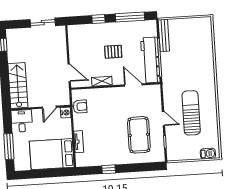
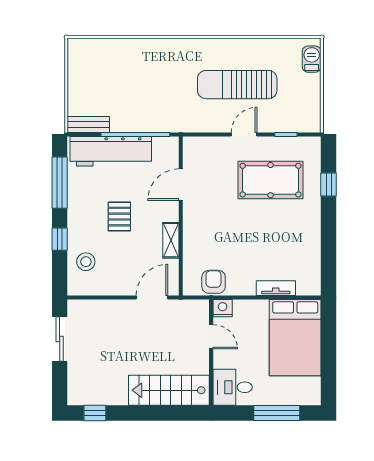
stool: (87, 35) -> (86, 262), added
bench: (164, 35) -> (88, 125), width x0.73
workbench: (150, 60) -> (111, 151), moved
window: (109, 169) -> (329, 185), moved

